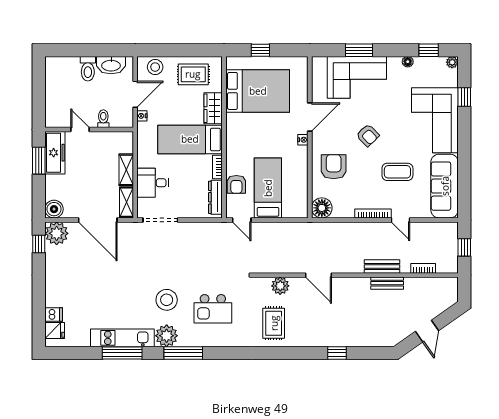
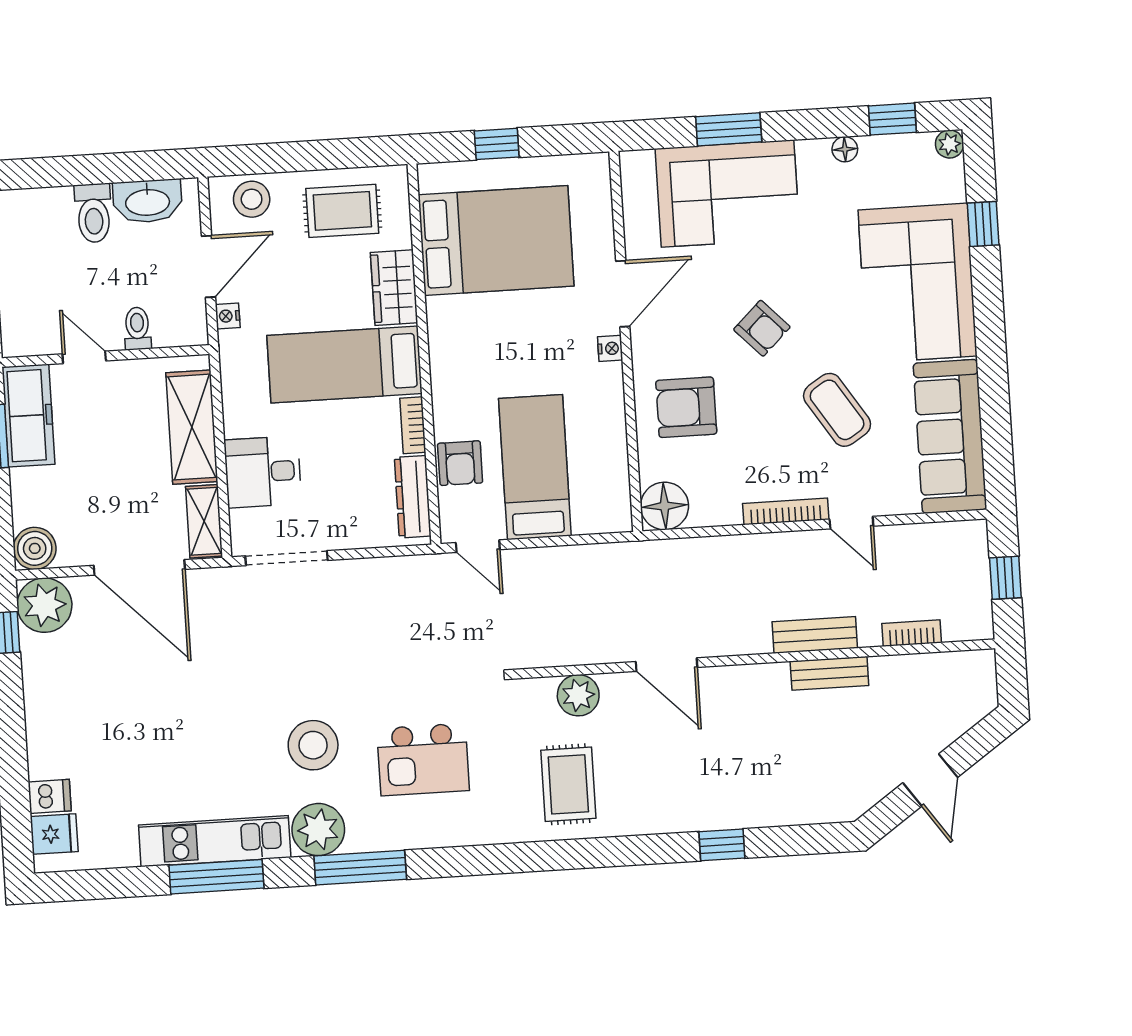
armchair: (334, 167) -> (686, 407), turned -90
shelving: (126, 170) -> (192, 427), width x1.50, depth x1.33
coffee table: (397, 172) -> (837, 410), turned 57

